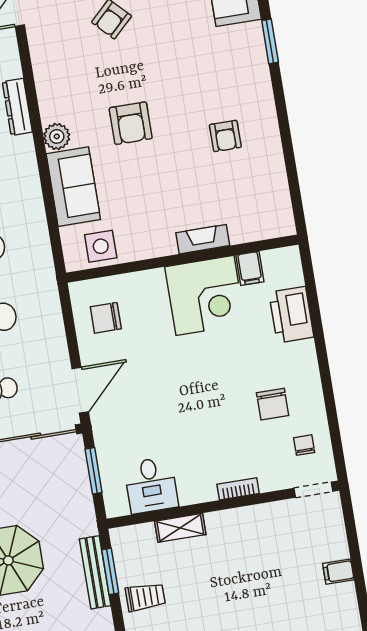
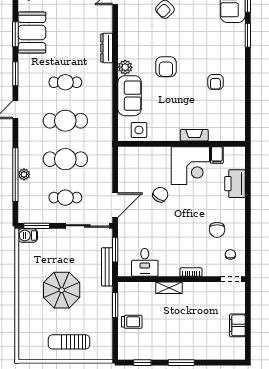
chair: (106, 318) -> (160, 195), moved, turned 122
shelving: (180, 528) -> (169, 288), moved
bench: (95, 572) -> (107, 267), moved
filing cabinet: (338, 572) -> (237, 325), width x2.00

